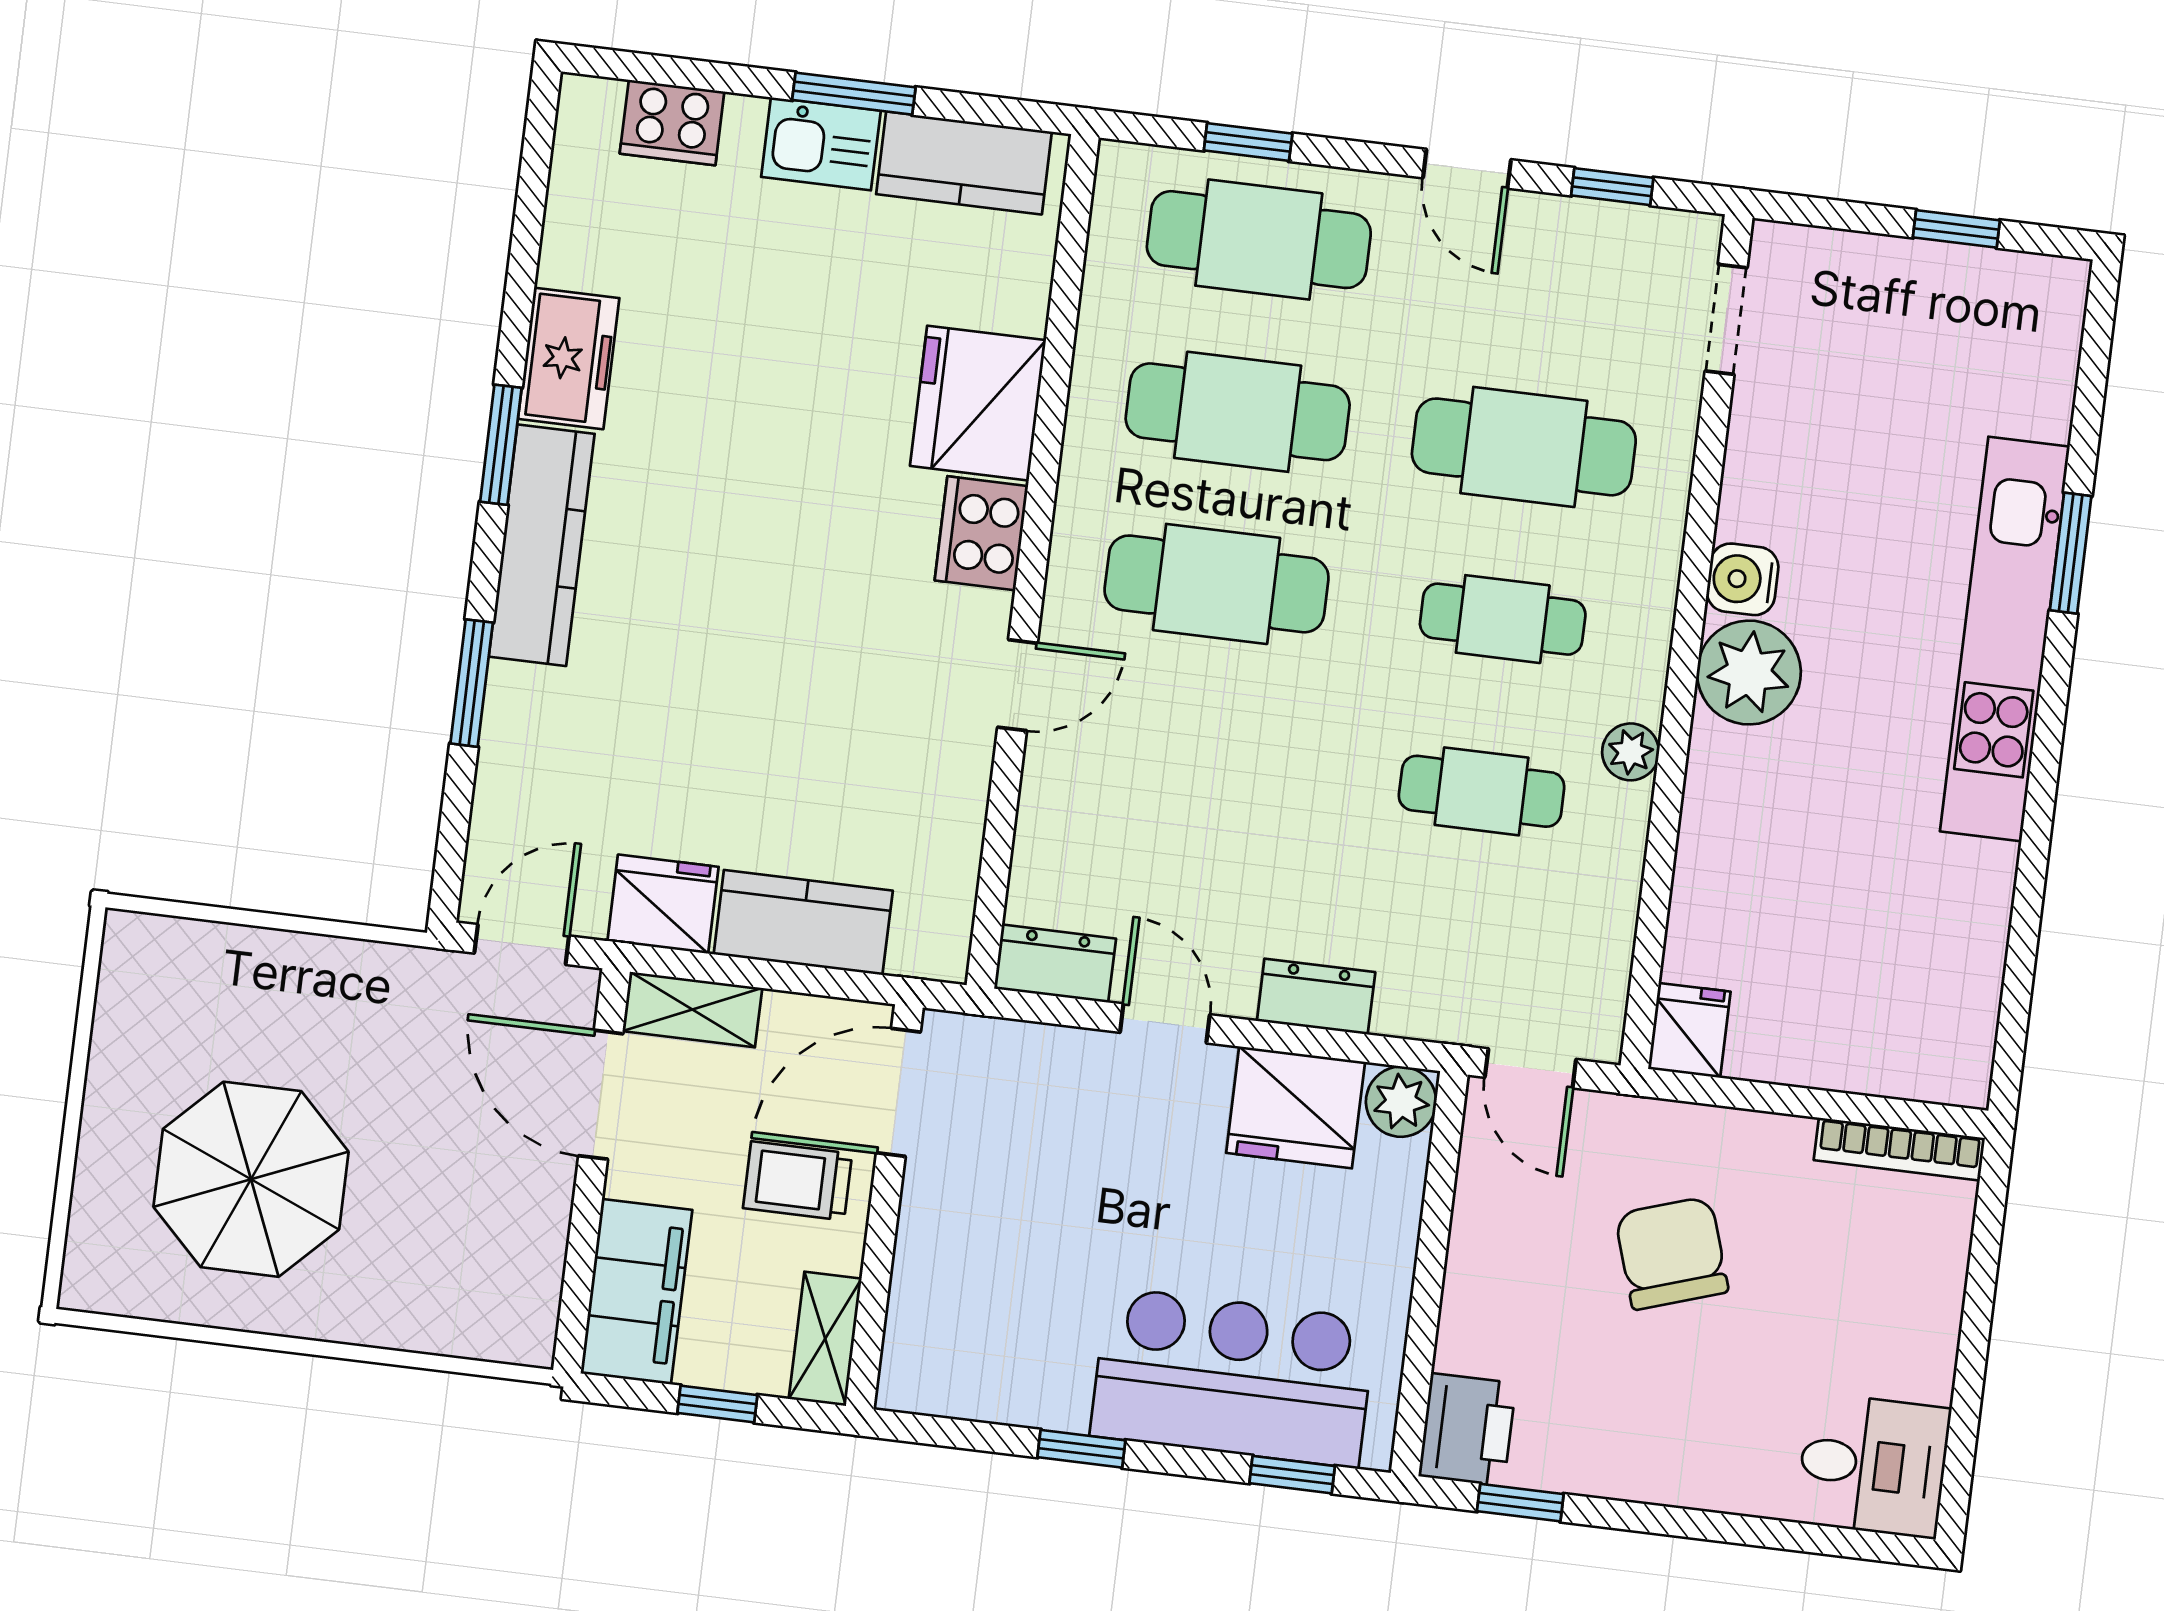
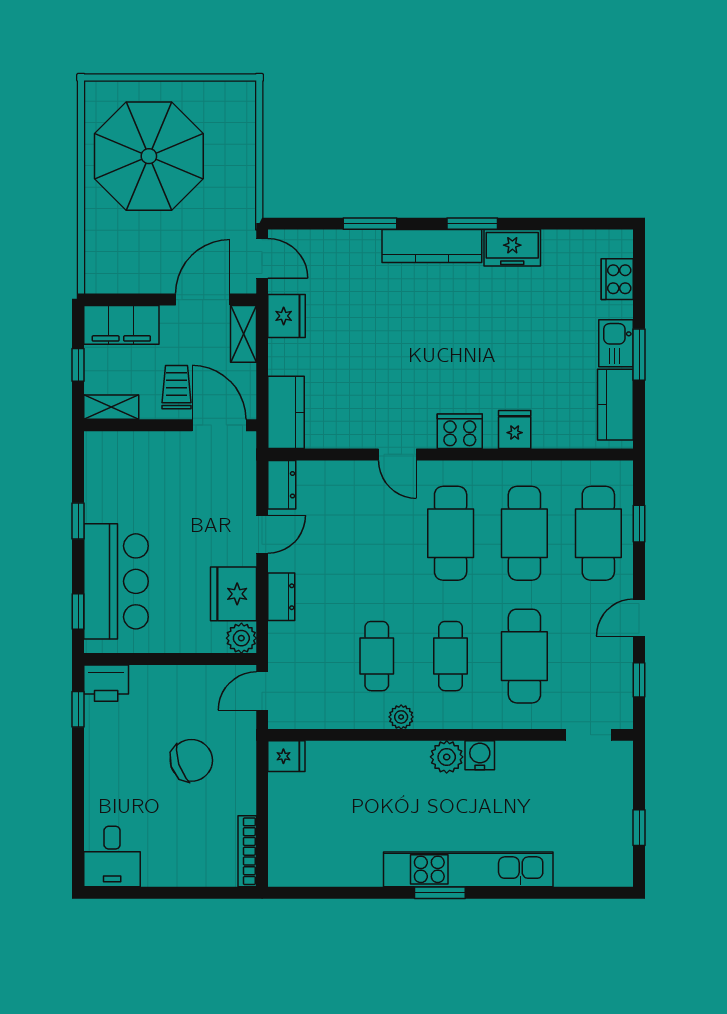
fridge: (978, 403) -> (515, 430), width x0.53, depth x0.75
window: (2071, 553) -> (440, 893), moved
plant: (1749, 673) -> (447, 757), width x0.73, depth x0.73
kitchen counter: (803, 922) -> (286, 412), moved
parasol: (251, 1179) -> (149, 156), width x1.36, depth x1.36

